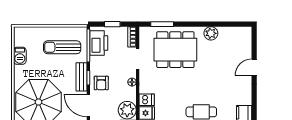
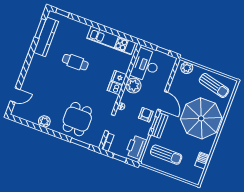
dining table: (175, 50) -> (77, 119), width x0.73
door: (254, 67) -> (15, 95), moved

